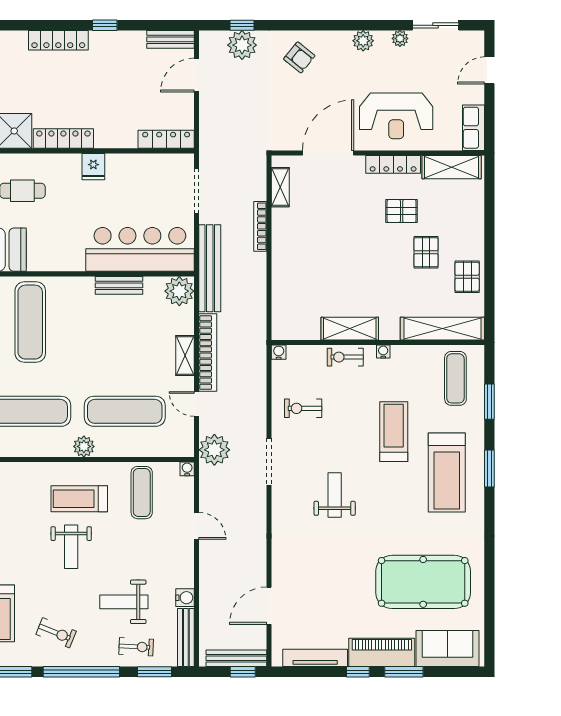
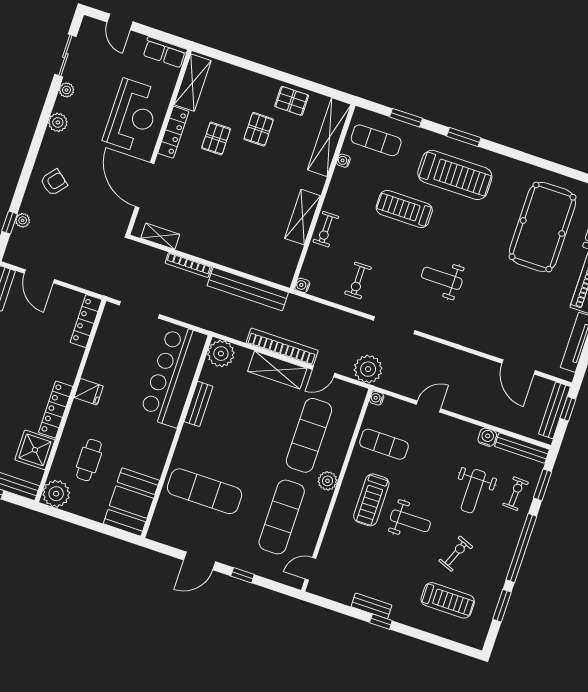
plant: (242, 45) -> (23, 220), width x0.53, depth x0.53
pallet: (426, 252) -> (259, 129), turned 90
bench: (210, 268) -> (248, 289), moved
water cooler: (383, 352) -> (343, 161), moved
shelving: (185, 356) -> (277, 370), width x1.50, depth x1.33
exercise bike: (56, 633) -> (456, 554), moved

